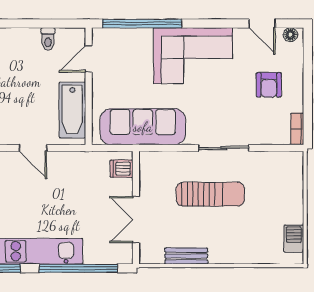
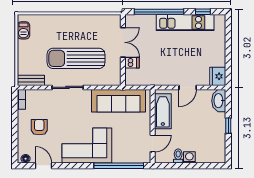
washing machine: (30, 37) -> (189, 157), added
door: (33, 148) -> (188, 87), swing flipped
dishwasher: (121, 169) -> (132, 63), moved
sun lounger: (210, 194) -> (76, 58), width x1.36, depth x1.34
bench: (186, 256) -> (31, 80), moved

